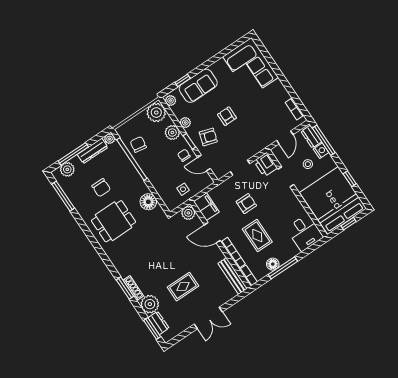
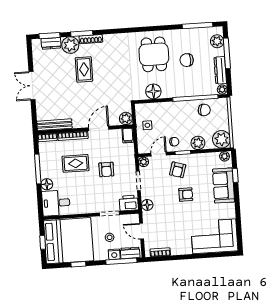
plant: (185, 122) -> (144, 162), moved
floor lamp: (257, 146) -> (147, 205), added
filing cabinet: (206, 207) -> (128, 135), width x0.50
floor lamp: (273, 264) -> (47, 184), moved
rug: (183, 287) -> (84, 69), moved
window: (125, 288) -> (82, 33), moved

